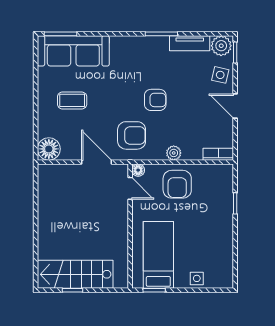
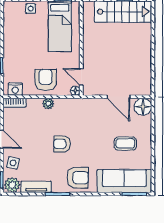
armchair: (132, 135) -> (78, 178), moved, turned 180
door: (97, 162) -> (118, 97), moved
nightstand: (217, 172) -> (15, 89), added

